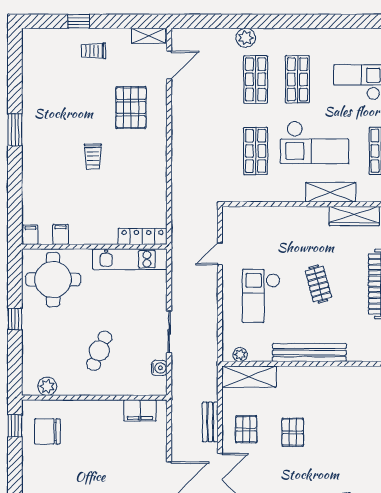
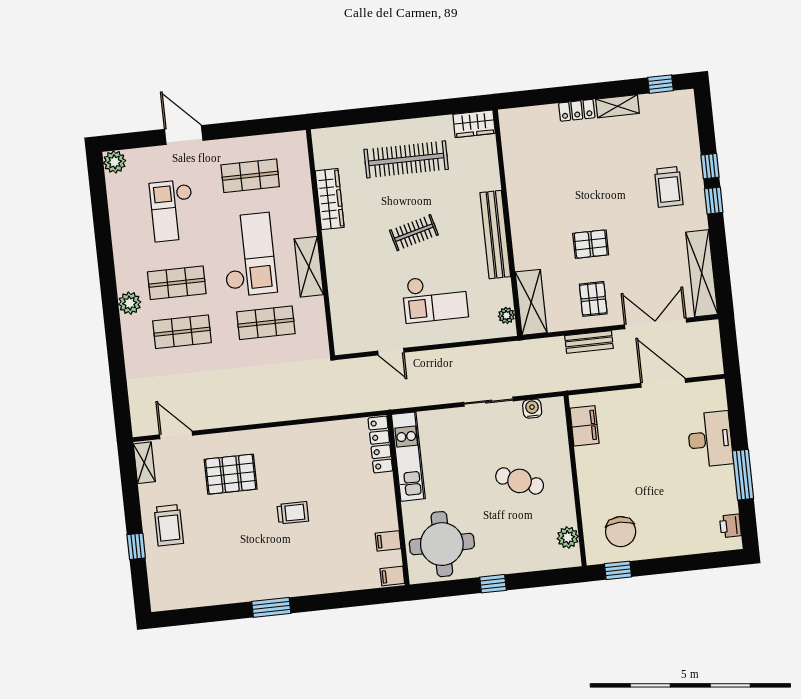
plant: (246, 38) -> (130, 303), moved
trolley: (93, 51) -> (169, 525), width x1.36, depth x1.39
shelving: (331, 192) -> (309, 267), moved
pallet: (246, 429) -> (593, 299), turned 90

